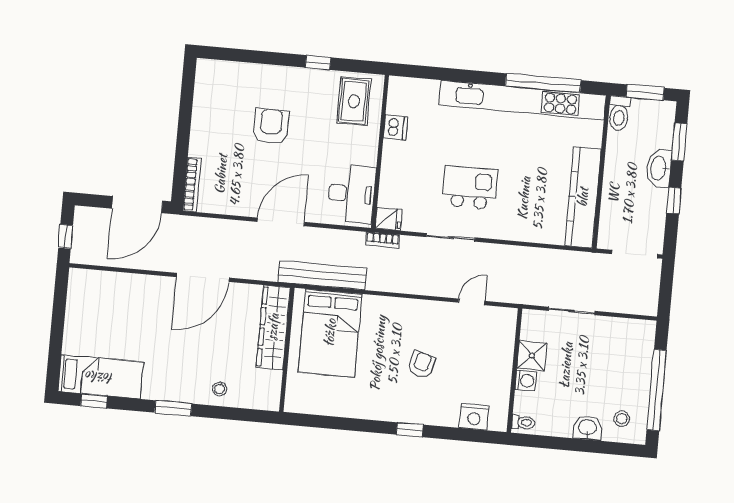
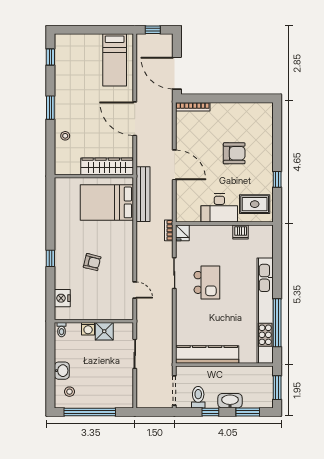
toilet: (619, 113) -> (198, 397), moved, turned 90
desk: (352, 194) -> (219, 208), moved
bed: (100, 377) -> (115, 60), moved

